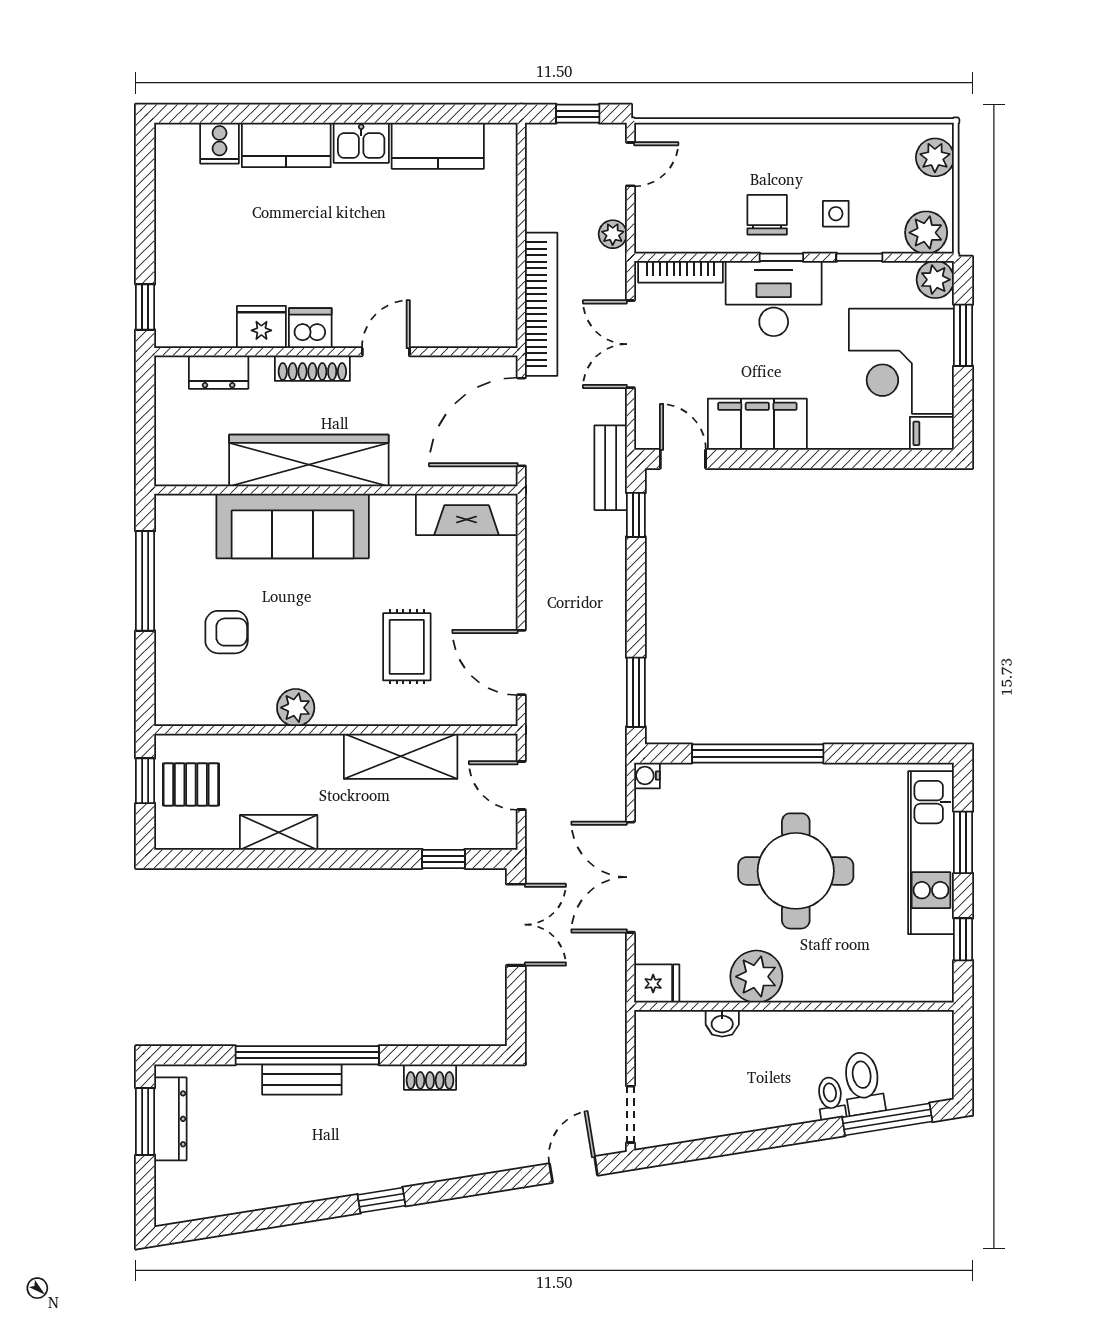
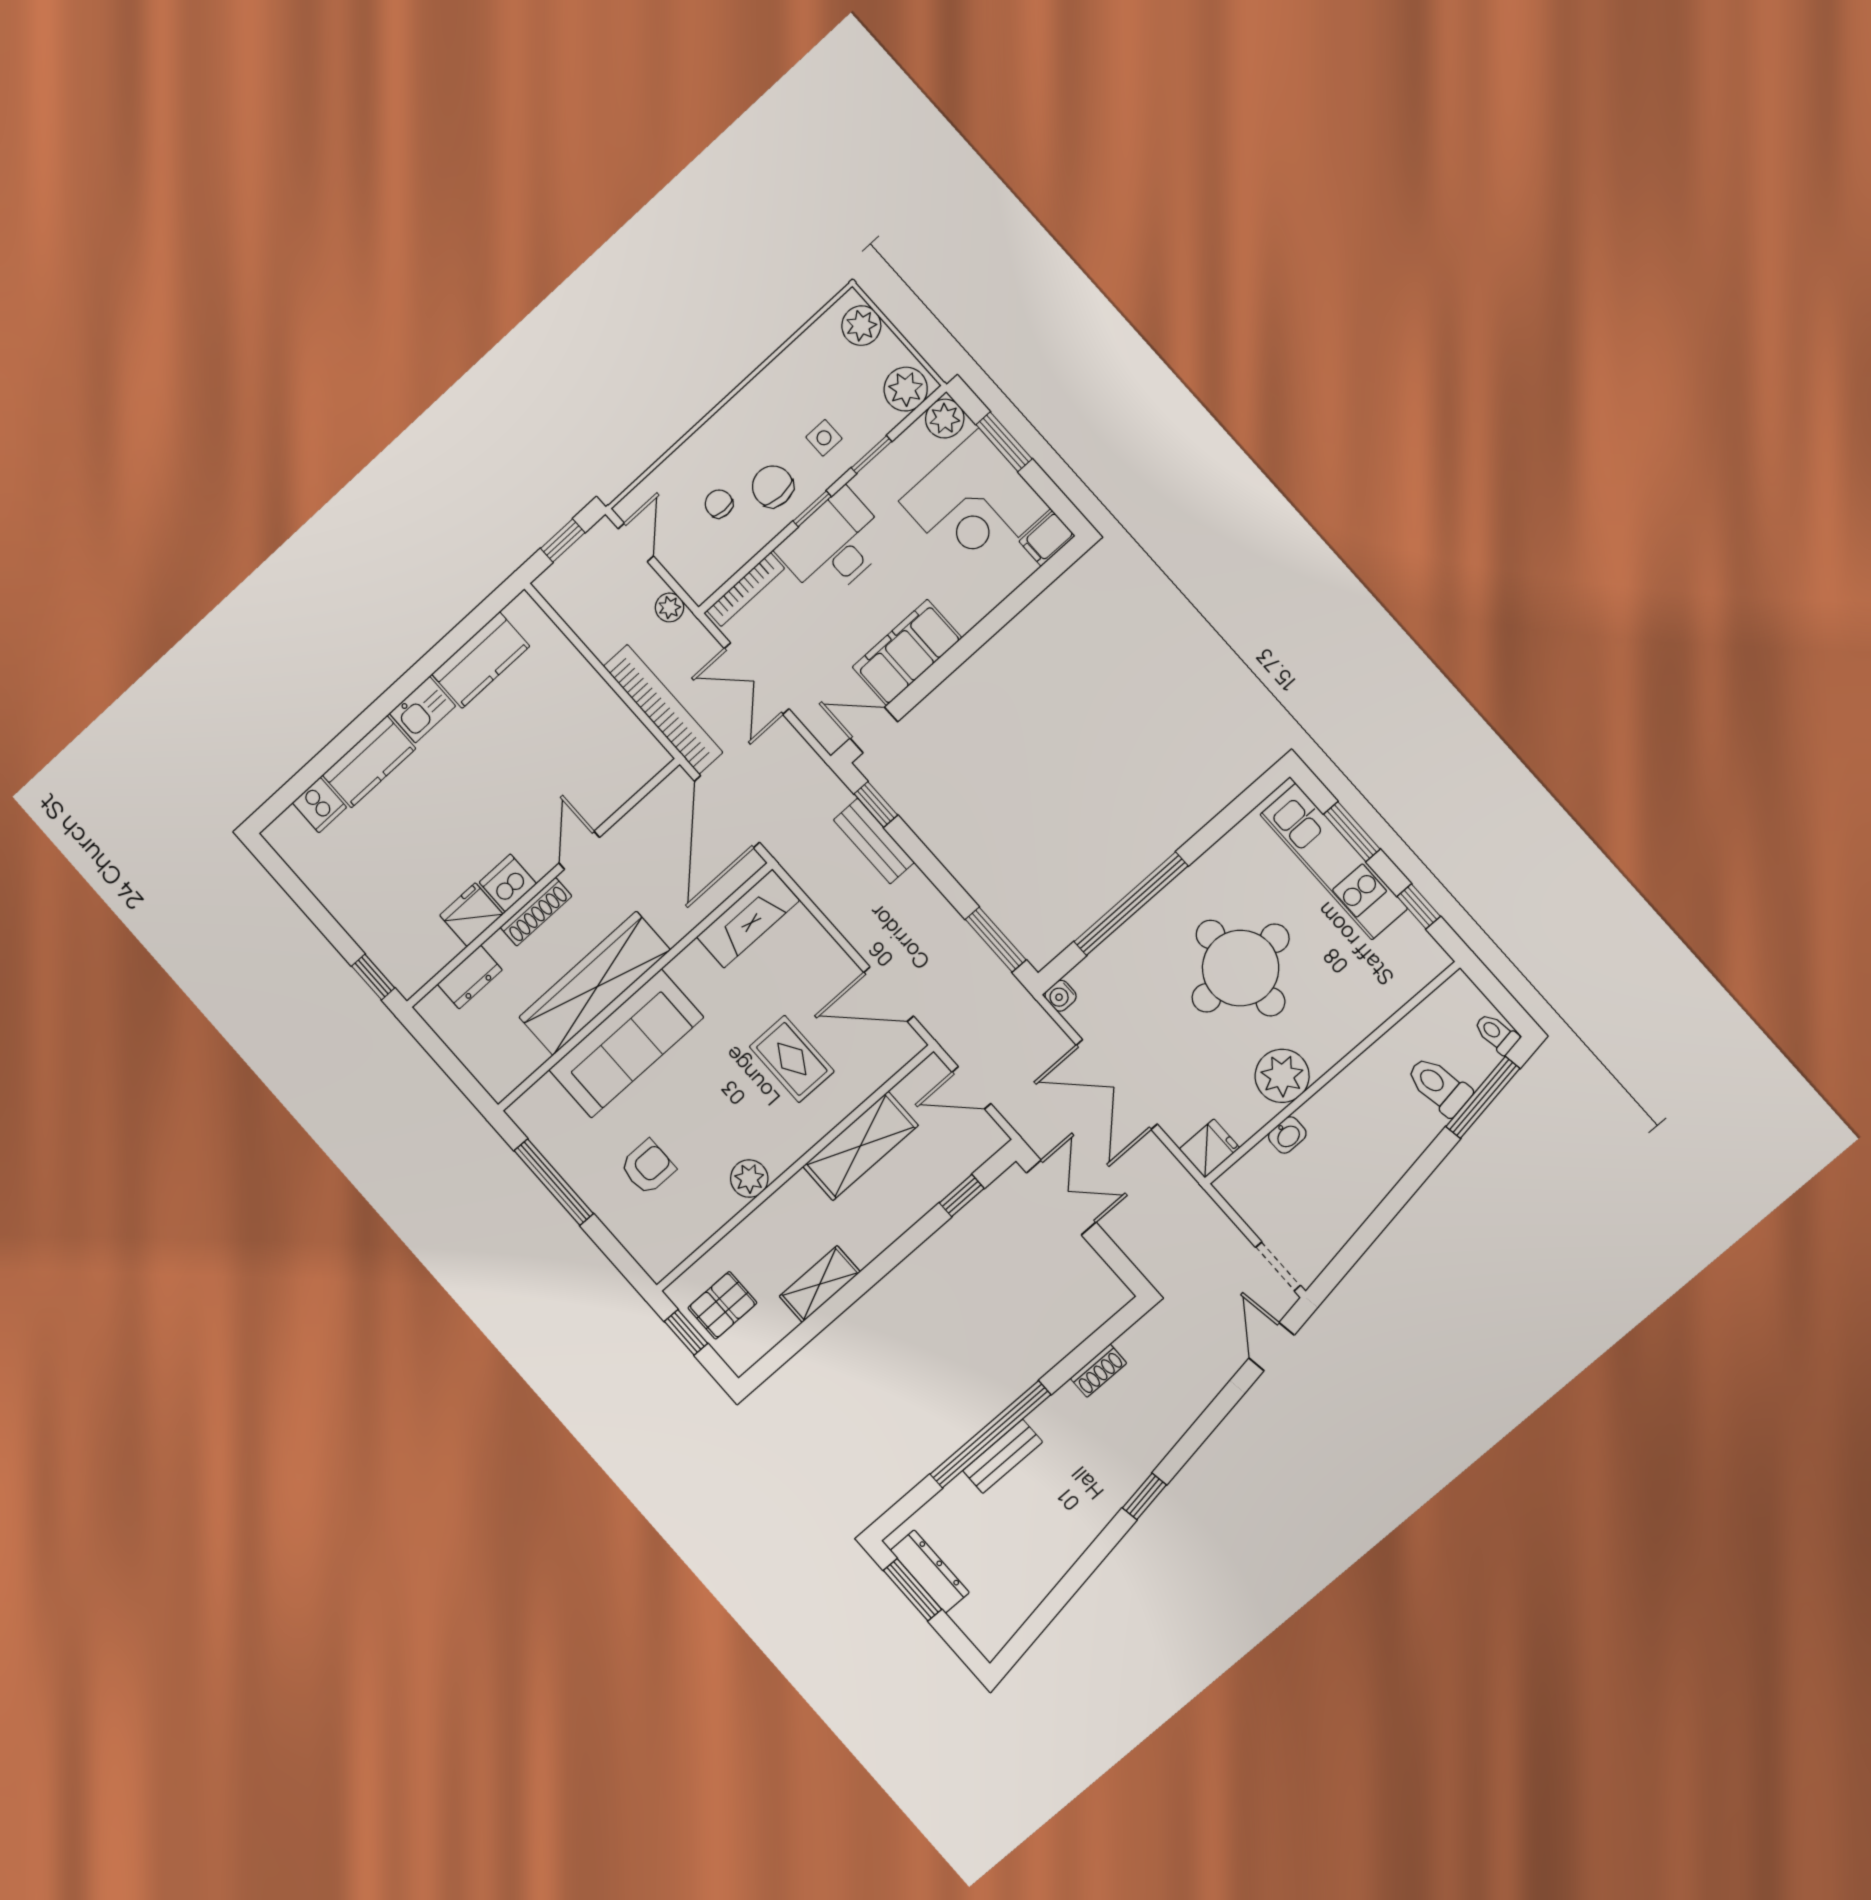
chair: (717, 192) -> (719, 504), added
bench: (611, 468) -> (874, 841), moved
toilet: (831, 1098) -> (1496, 1034), moved

